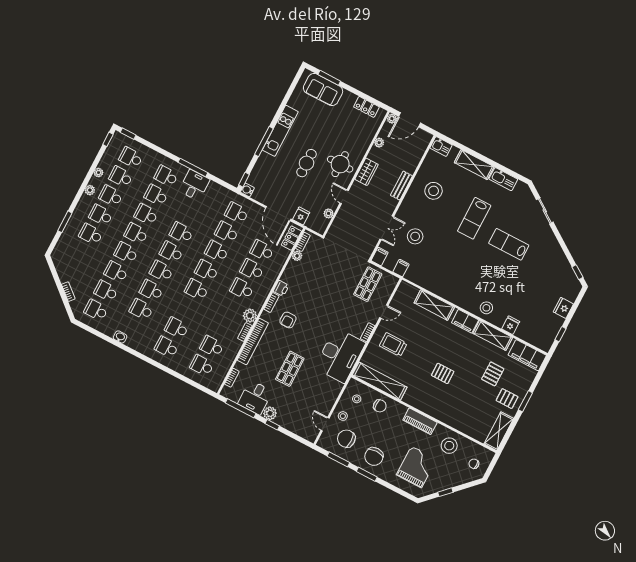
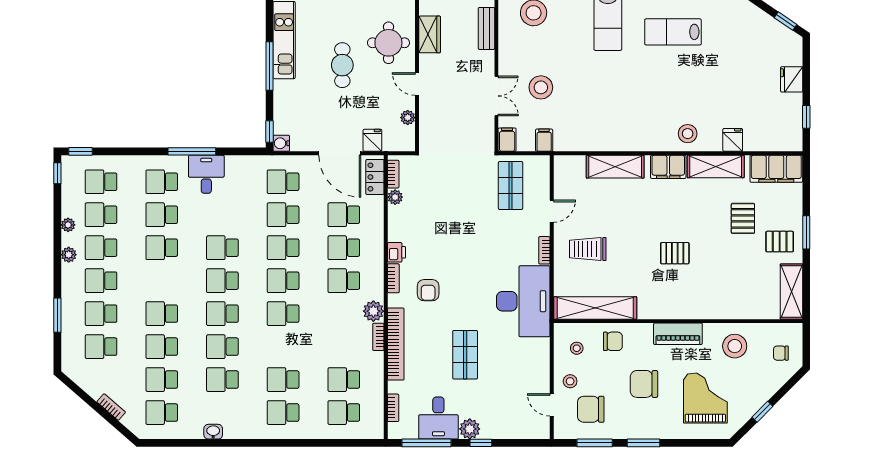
school desk: (136, 234) -> (101, 347), moved
chair: (374, 457) -> (644, 384), moved, turned 90

